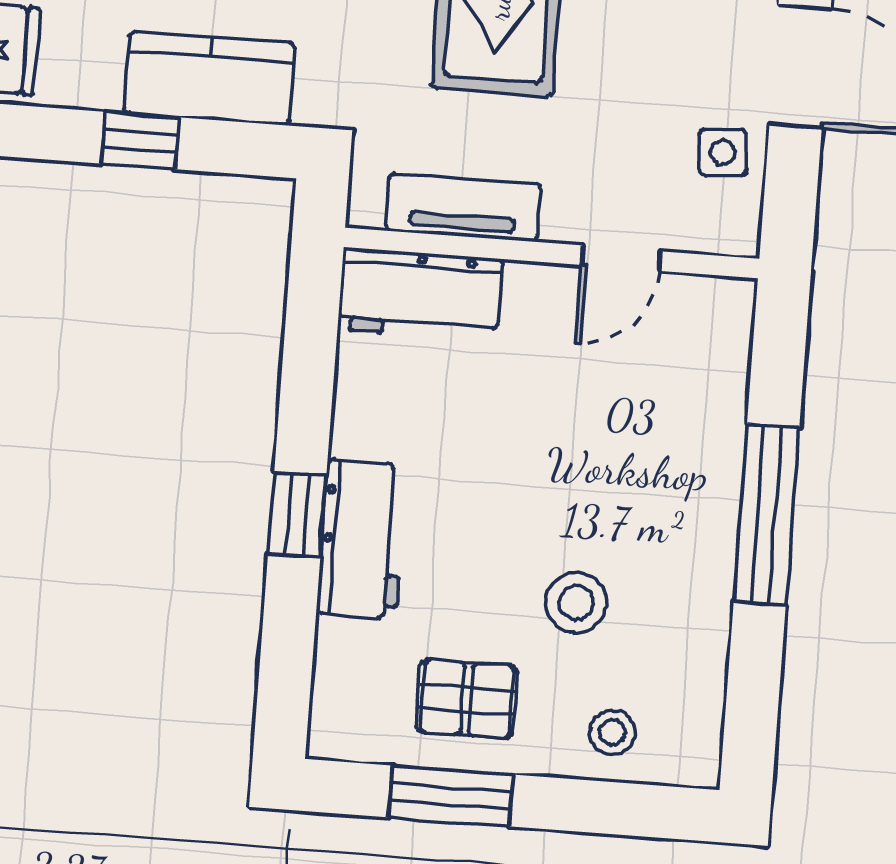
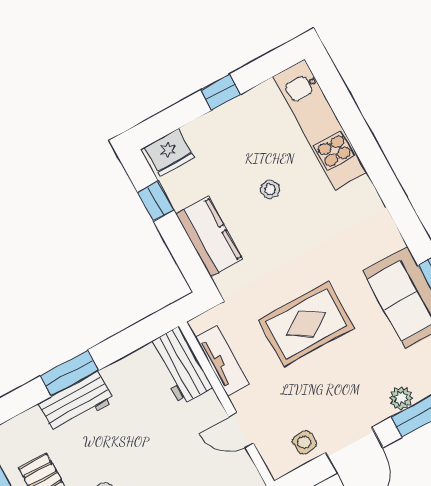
window: (140, 141) -> (156, 201), moved
window: (297, 515) -> (70, 373), width x1.50

